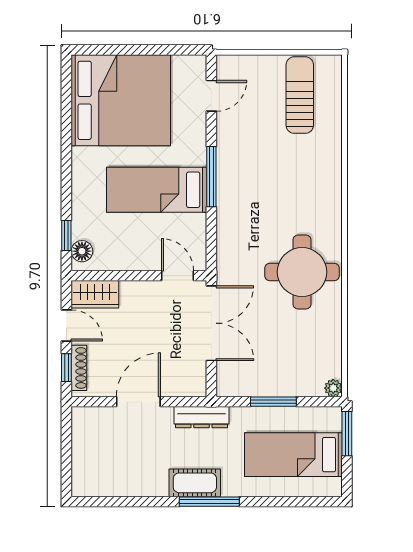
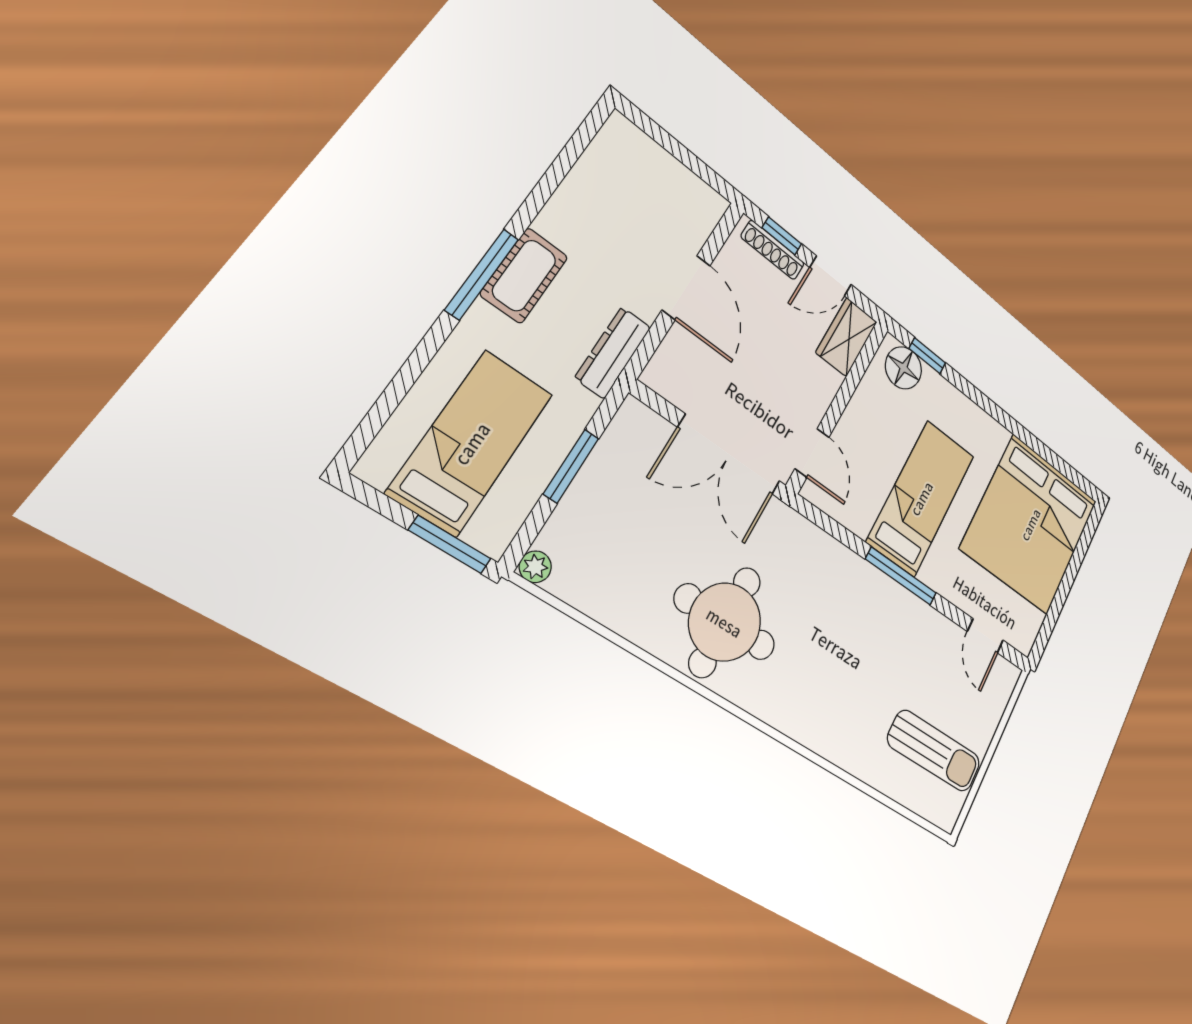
floor lamp: (82, 251) -> (903, 368), width x1.38, depth x1.38
door: (178, 276) -> (812, 453), hinge flipped

